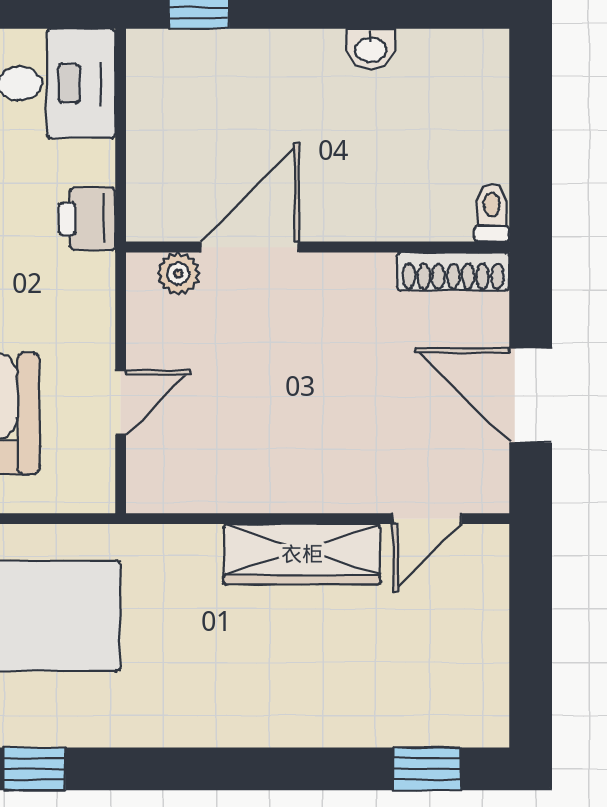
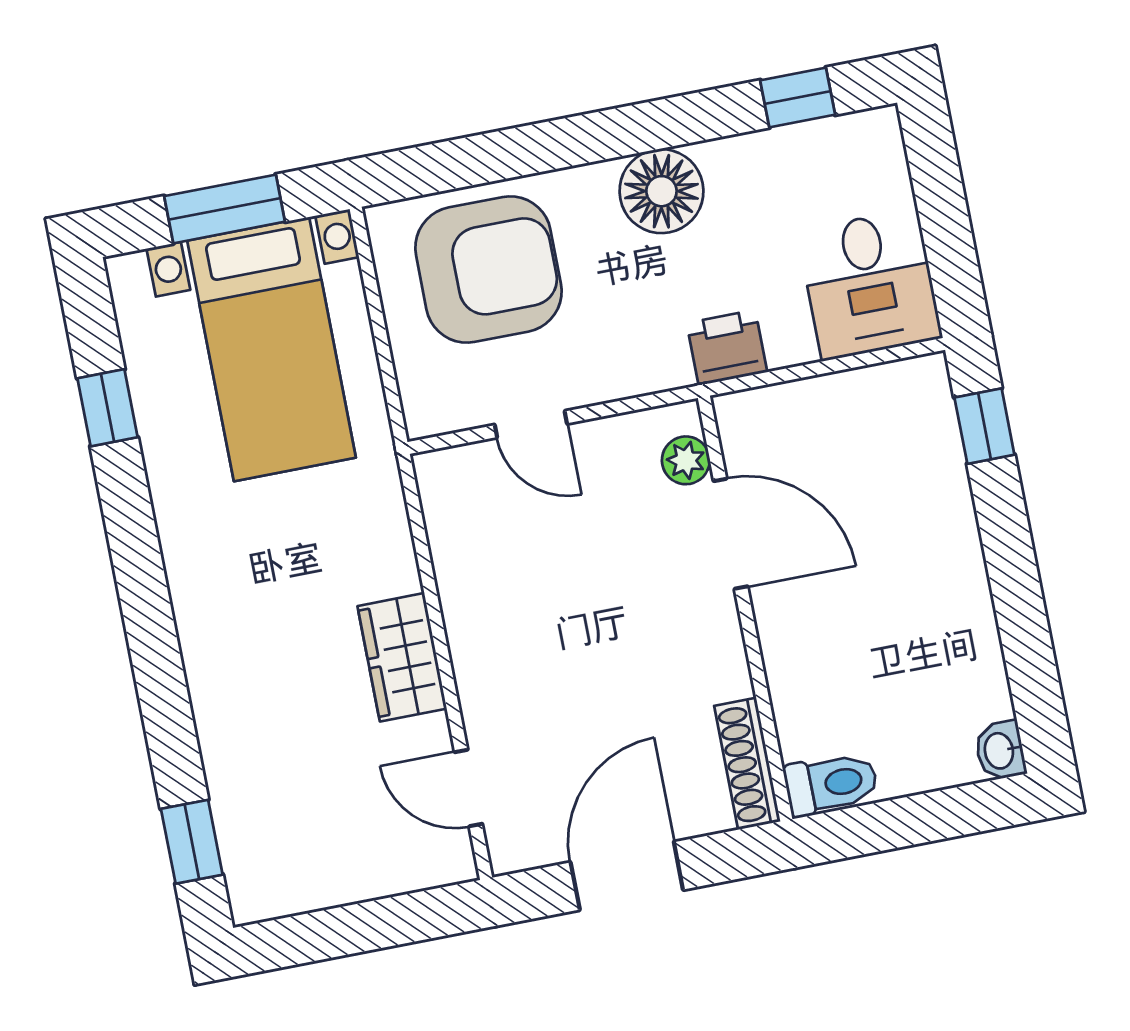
washbasin: (371, 49) -> (1000, 751), moved
toilet: (492, 213) -> (831, 784), width x1.37, depth x1.39
wardrobe: (302, 554) -> (402, 657), width x0.67

